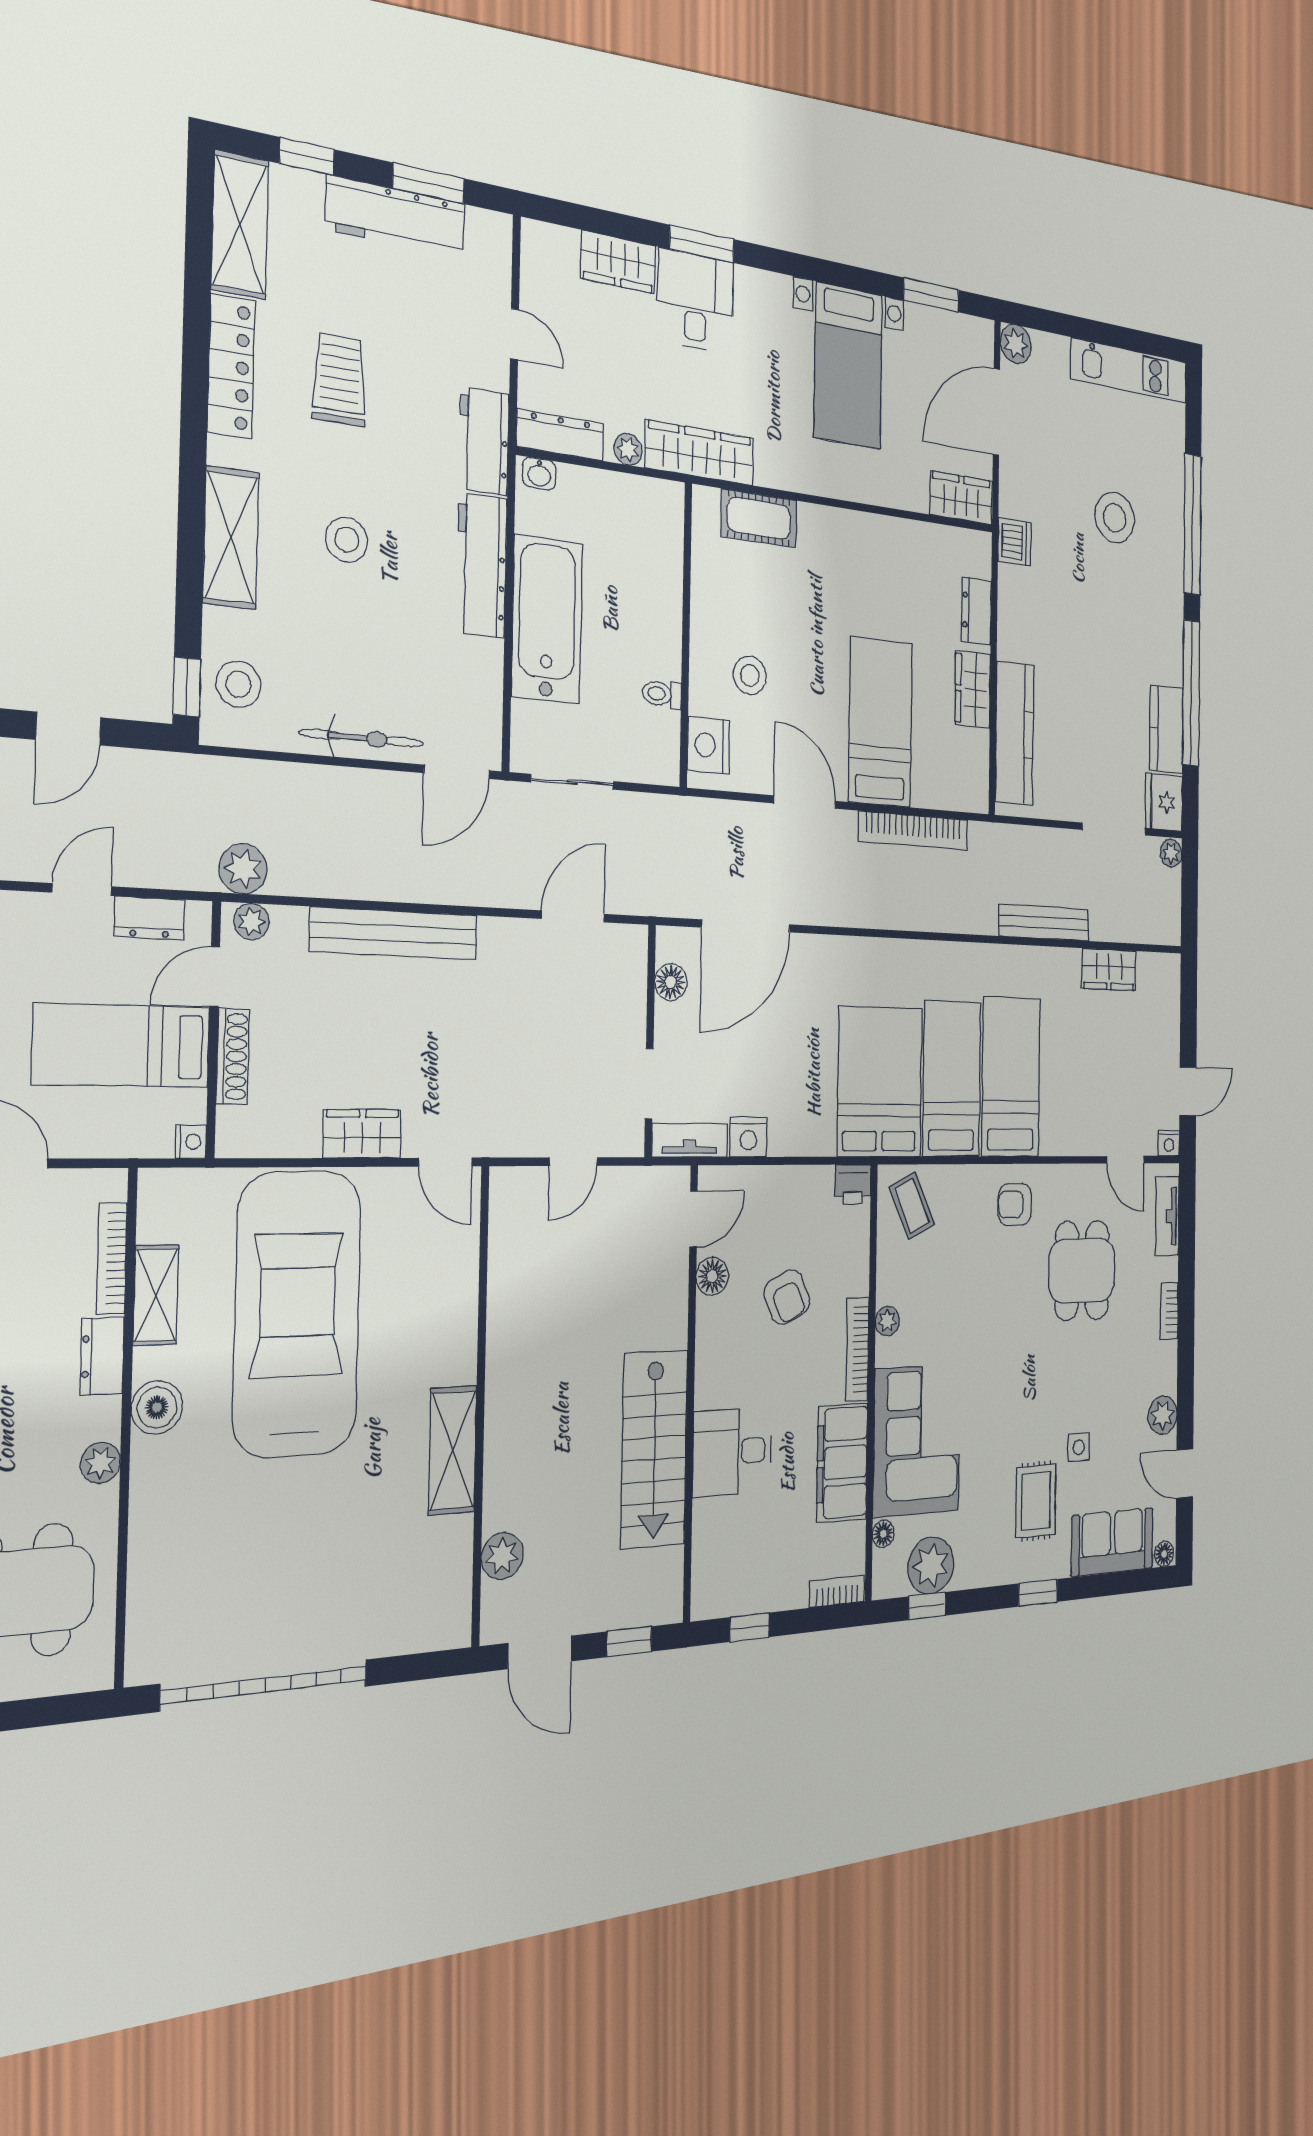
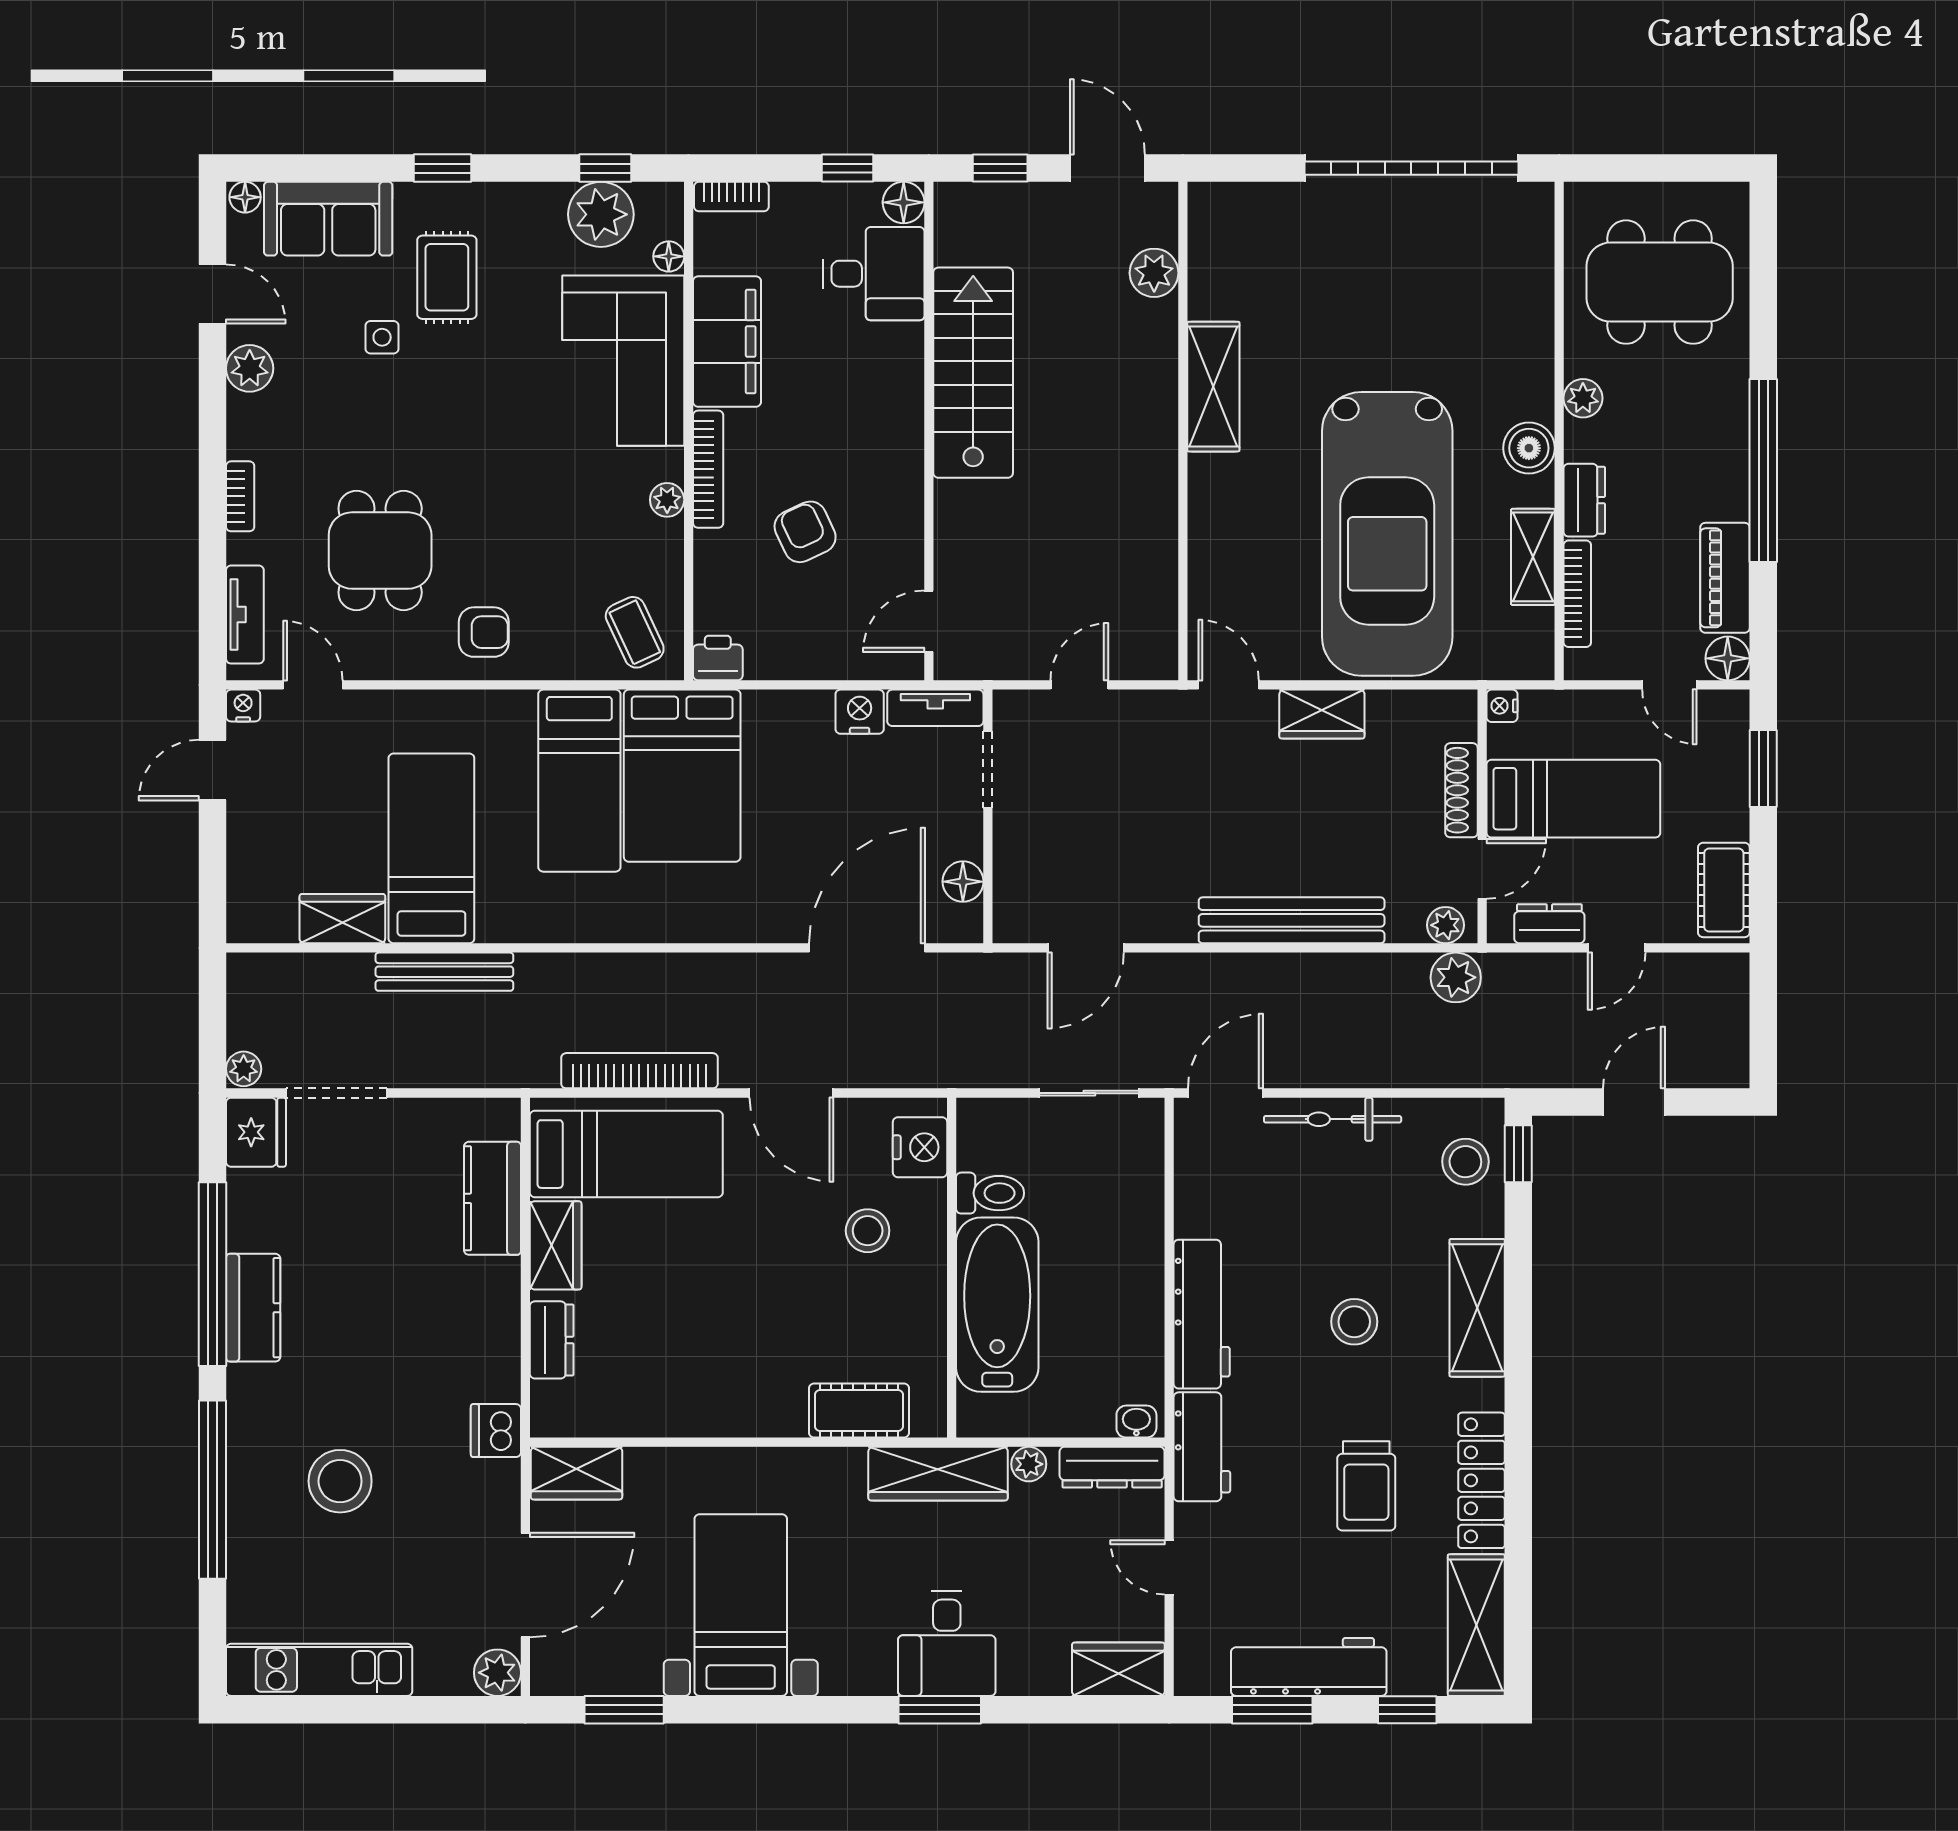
wardrobe: (618, 262) -> (1118, 1669), moved
bathtub: (547, 619) -> (997, 1305), moved, turned 180
toilet: (662, 694) -> (990, 1193), width x1.37, depth x1.39
bed: (881, 722) -> (626, 1154), moved, turned -90
kitchen counter: (1166, 729) -> (253, 1308), moved
kitchen counter: (1015, 733) -> (492, 1198), width x0.67
bed: (1011, 1077) -> (431, 848), moved, turned 180
floor lamp: (712, 1276) -> (904, 202), moved
desk: (732, 1452) -> (874, 274), moved

